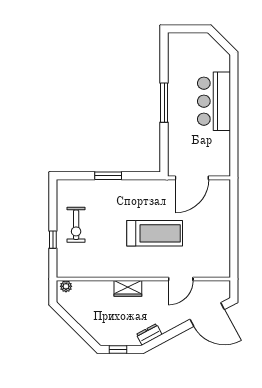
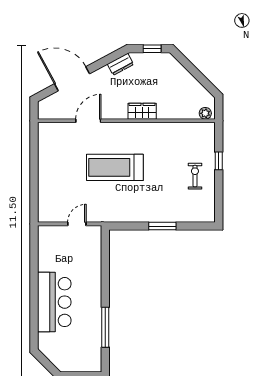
window: (164, 103) -> (105, 327), moved
door: (192, 178) -> (77, 224), width x0.53
exercise bike: (76, 225) -> (195, 176), width x0.73, depth x0.72
door: (207, 314) -> (72, 79), moved

